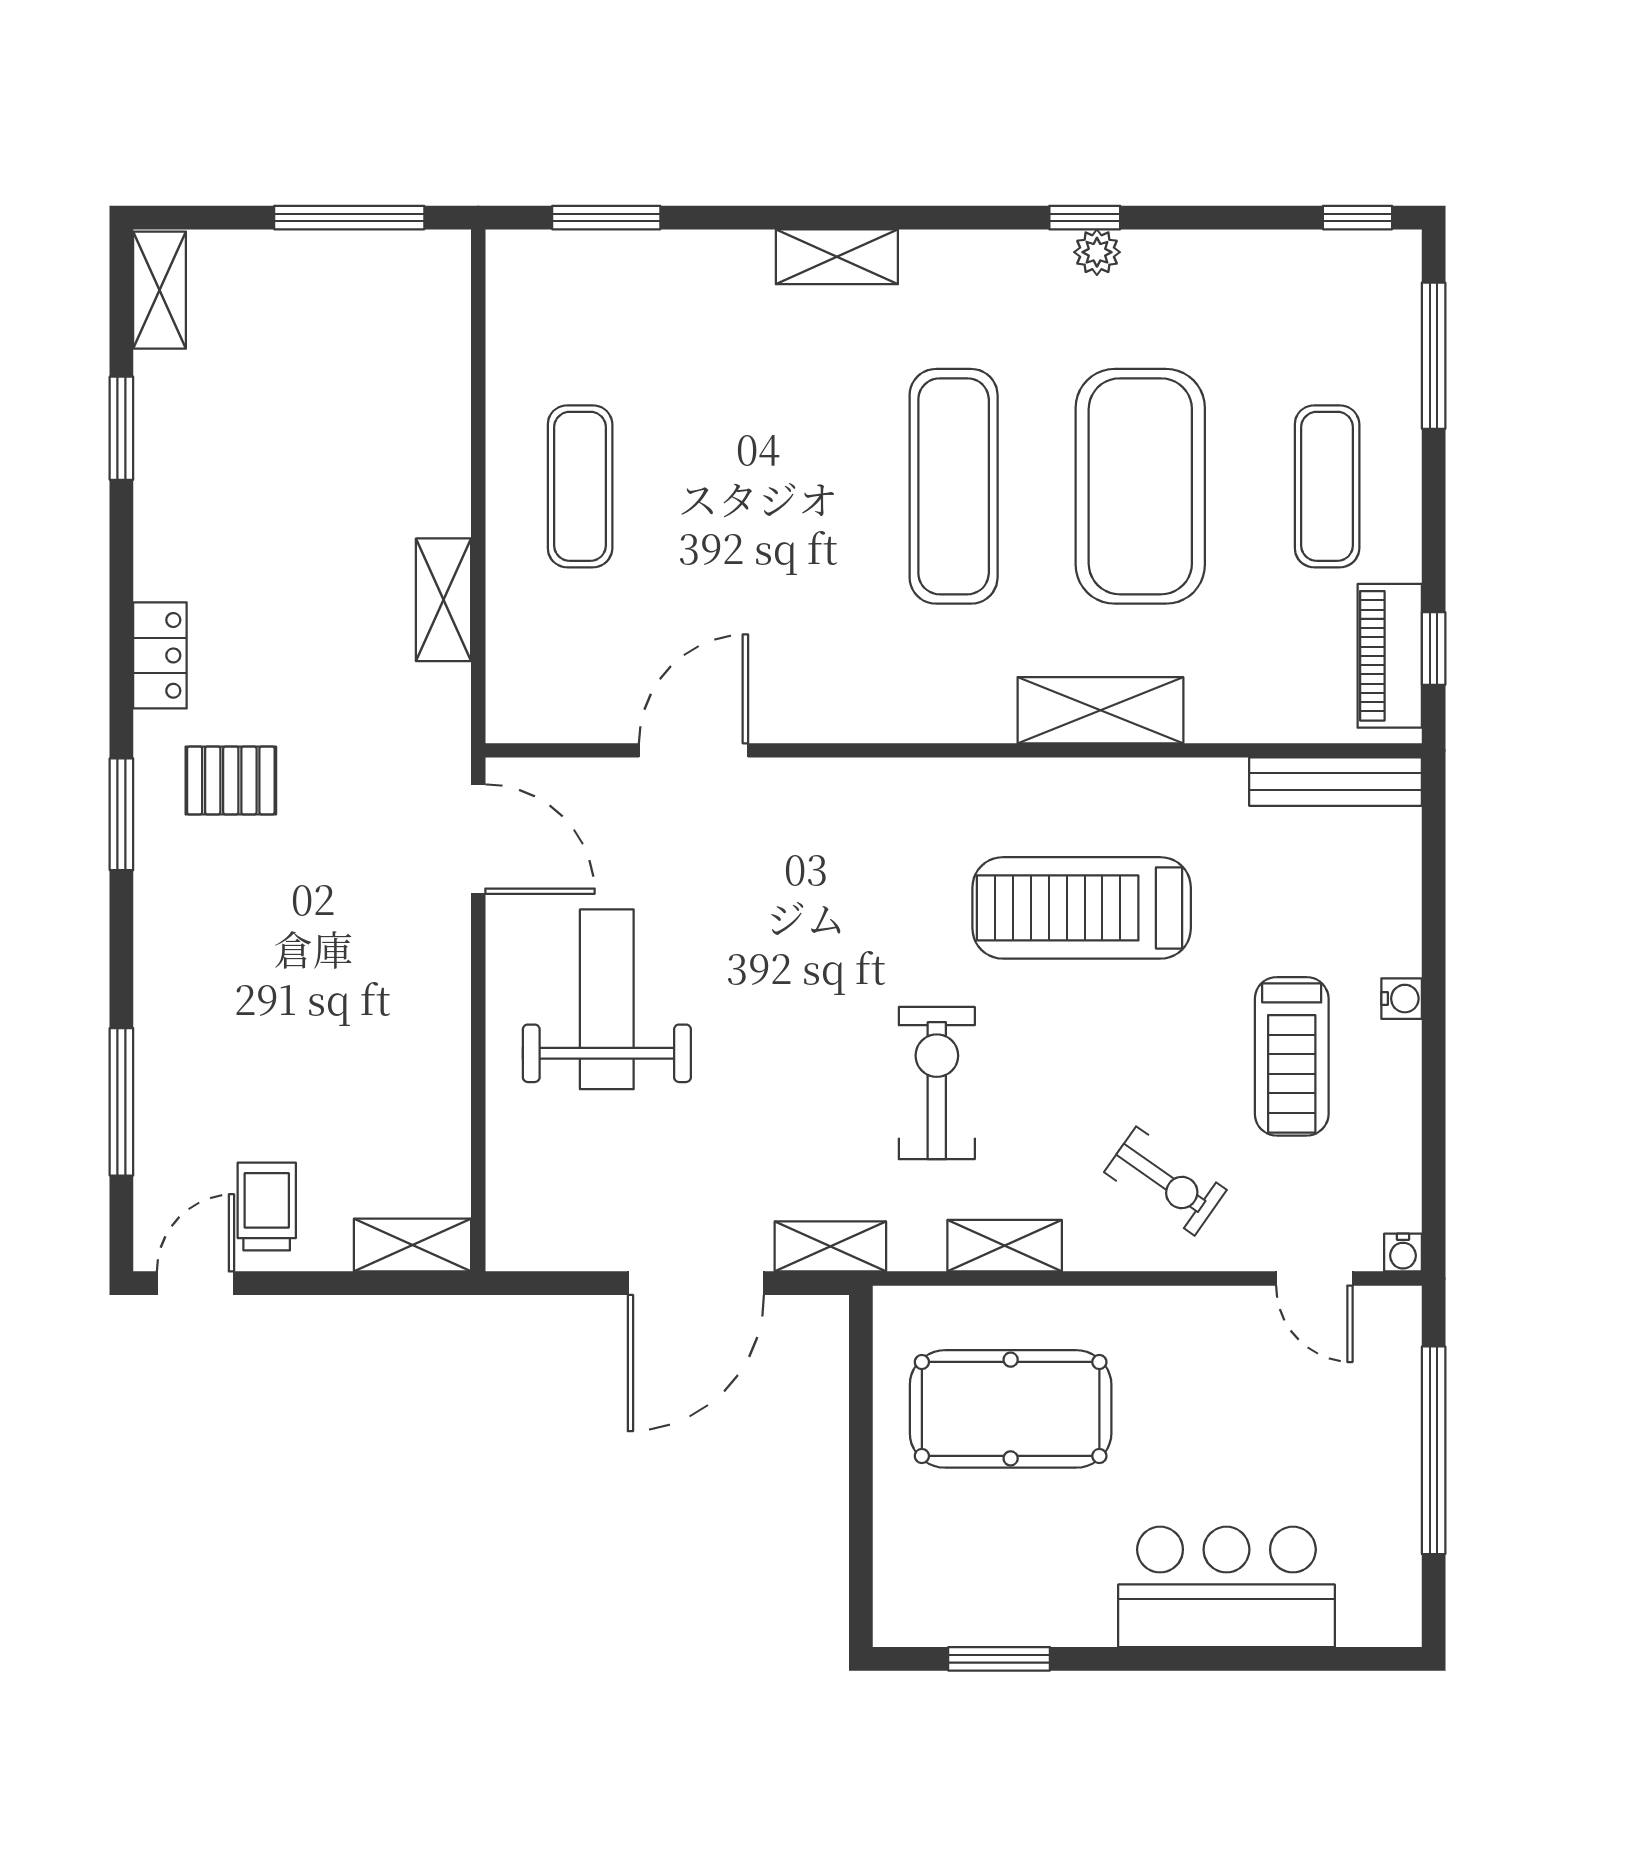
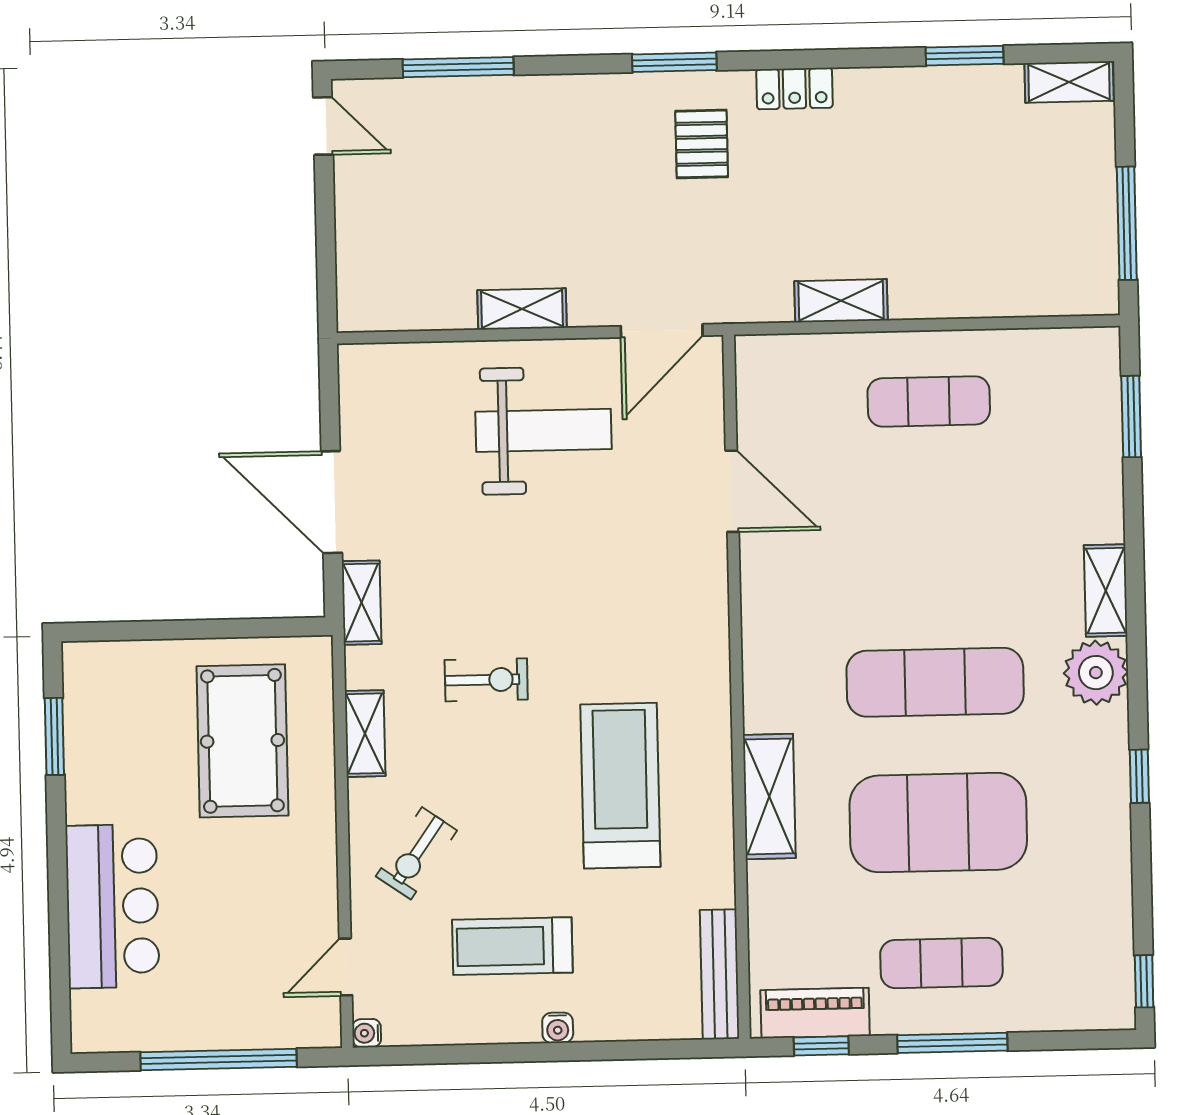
plant: (1097, 252) -> (1096, 673), moved, width x1.87, depth x1.87
window: (1434, 356) -> (952, 1043), moved
exercise bike: (937, 1083) -> (486, 680), width x0.73, depth x0.72
trolley: (267, 1207) -> (382, 178), removed
shelving: (412, 1245) -> (522, 309), moved, turned 90

